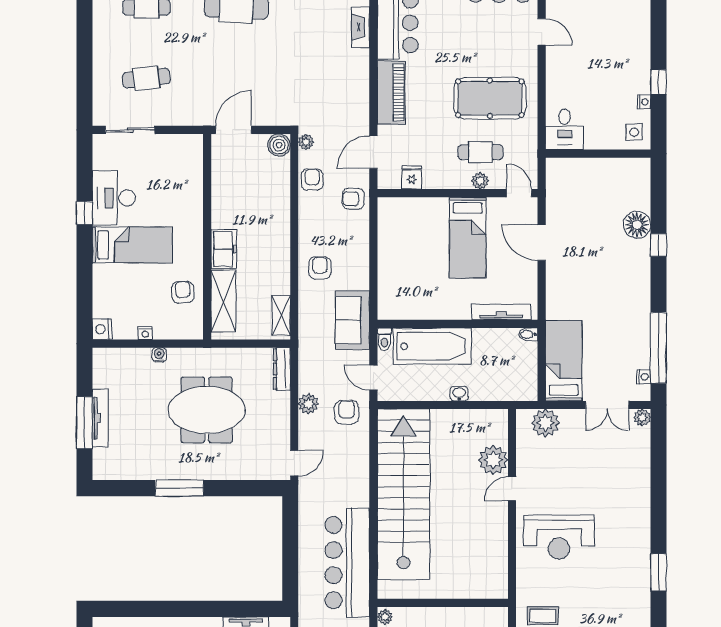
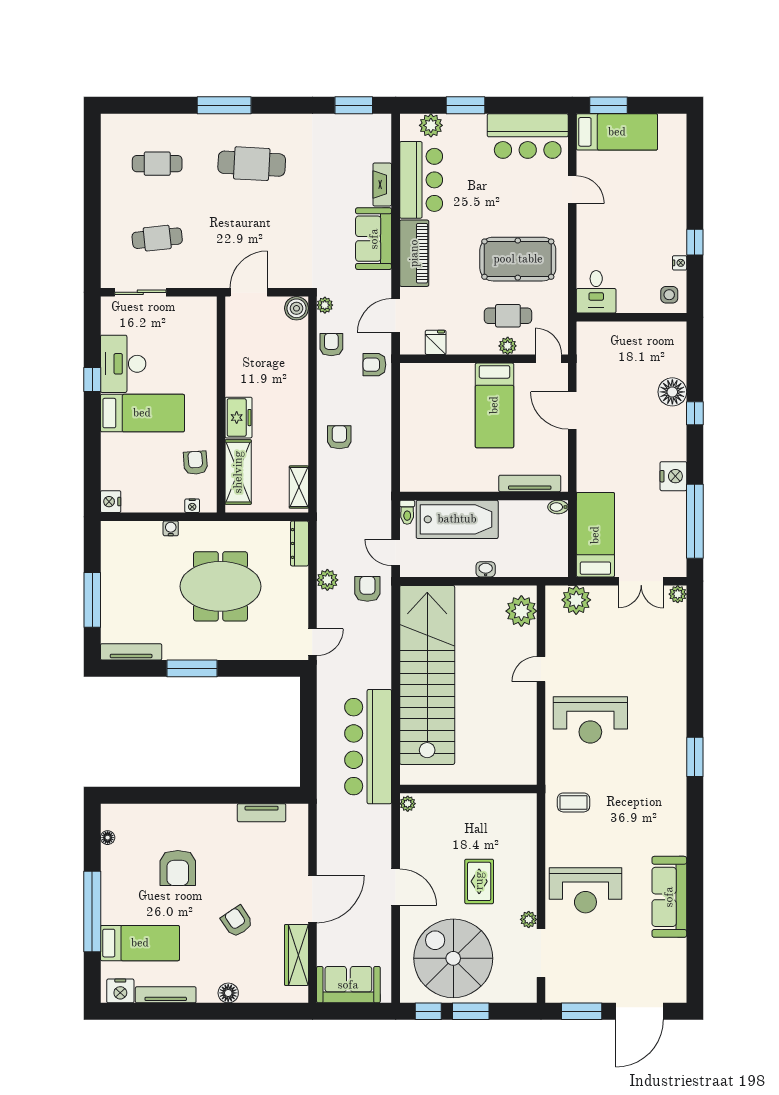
sofa: (352, 320) -> (374, 239), moved
nightstand: (145, 333) -> (192, 506), moved
nightstand: (644, 377) -> (673, 476), moved, width x1.89, depth x1.79
tv unit: (100, 418) -> (131, 652), moved, turned -90
plant: (493, 460) -> (521, 611), moved

